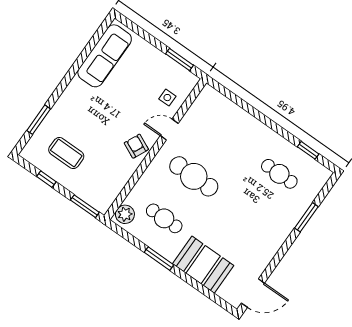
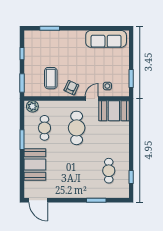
booth: (206, 112) -> (114, 111), added
door: (169, 130) -> (92, 98), hinge flipped
coffee table: (66, 153) -> (51, 78), moved

